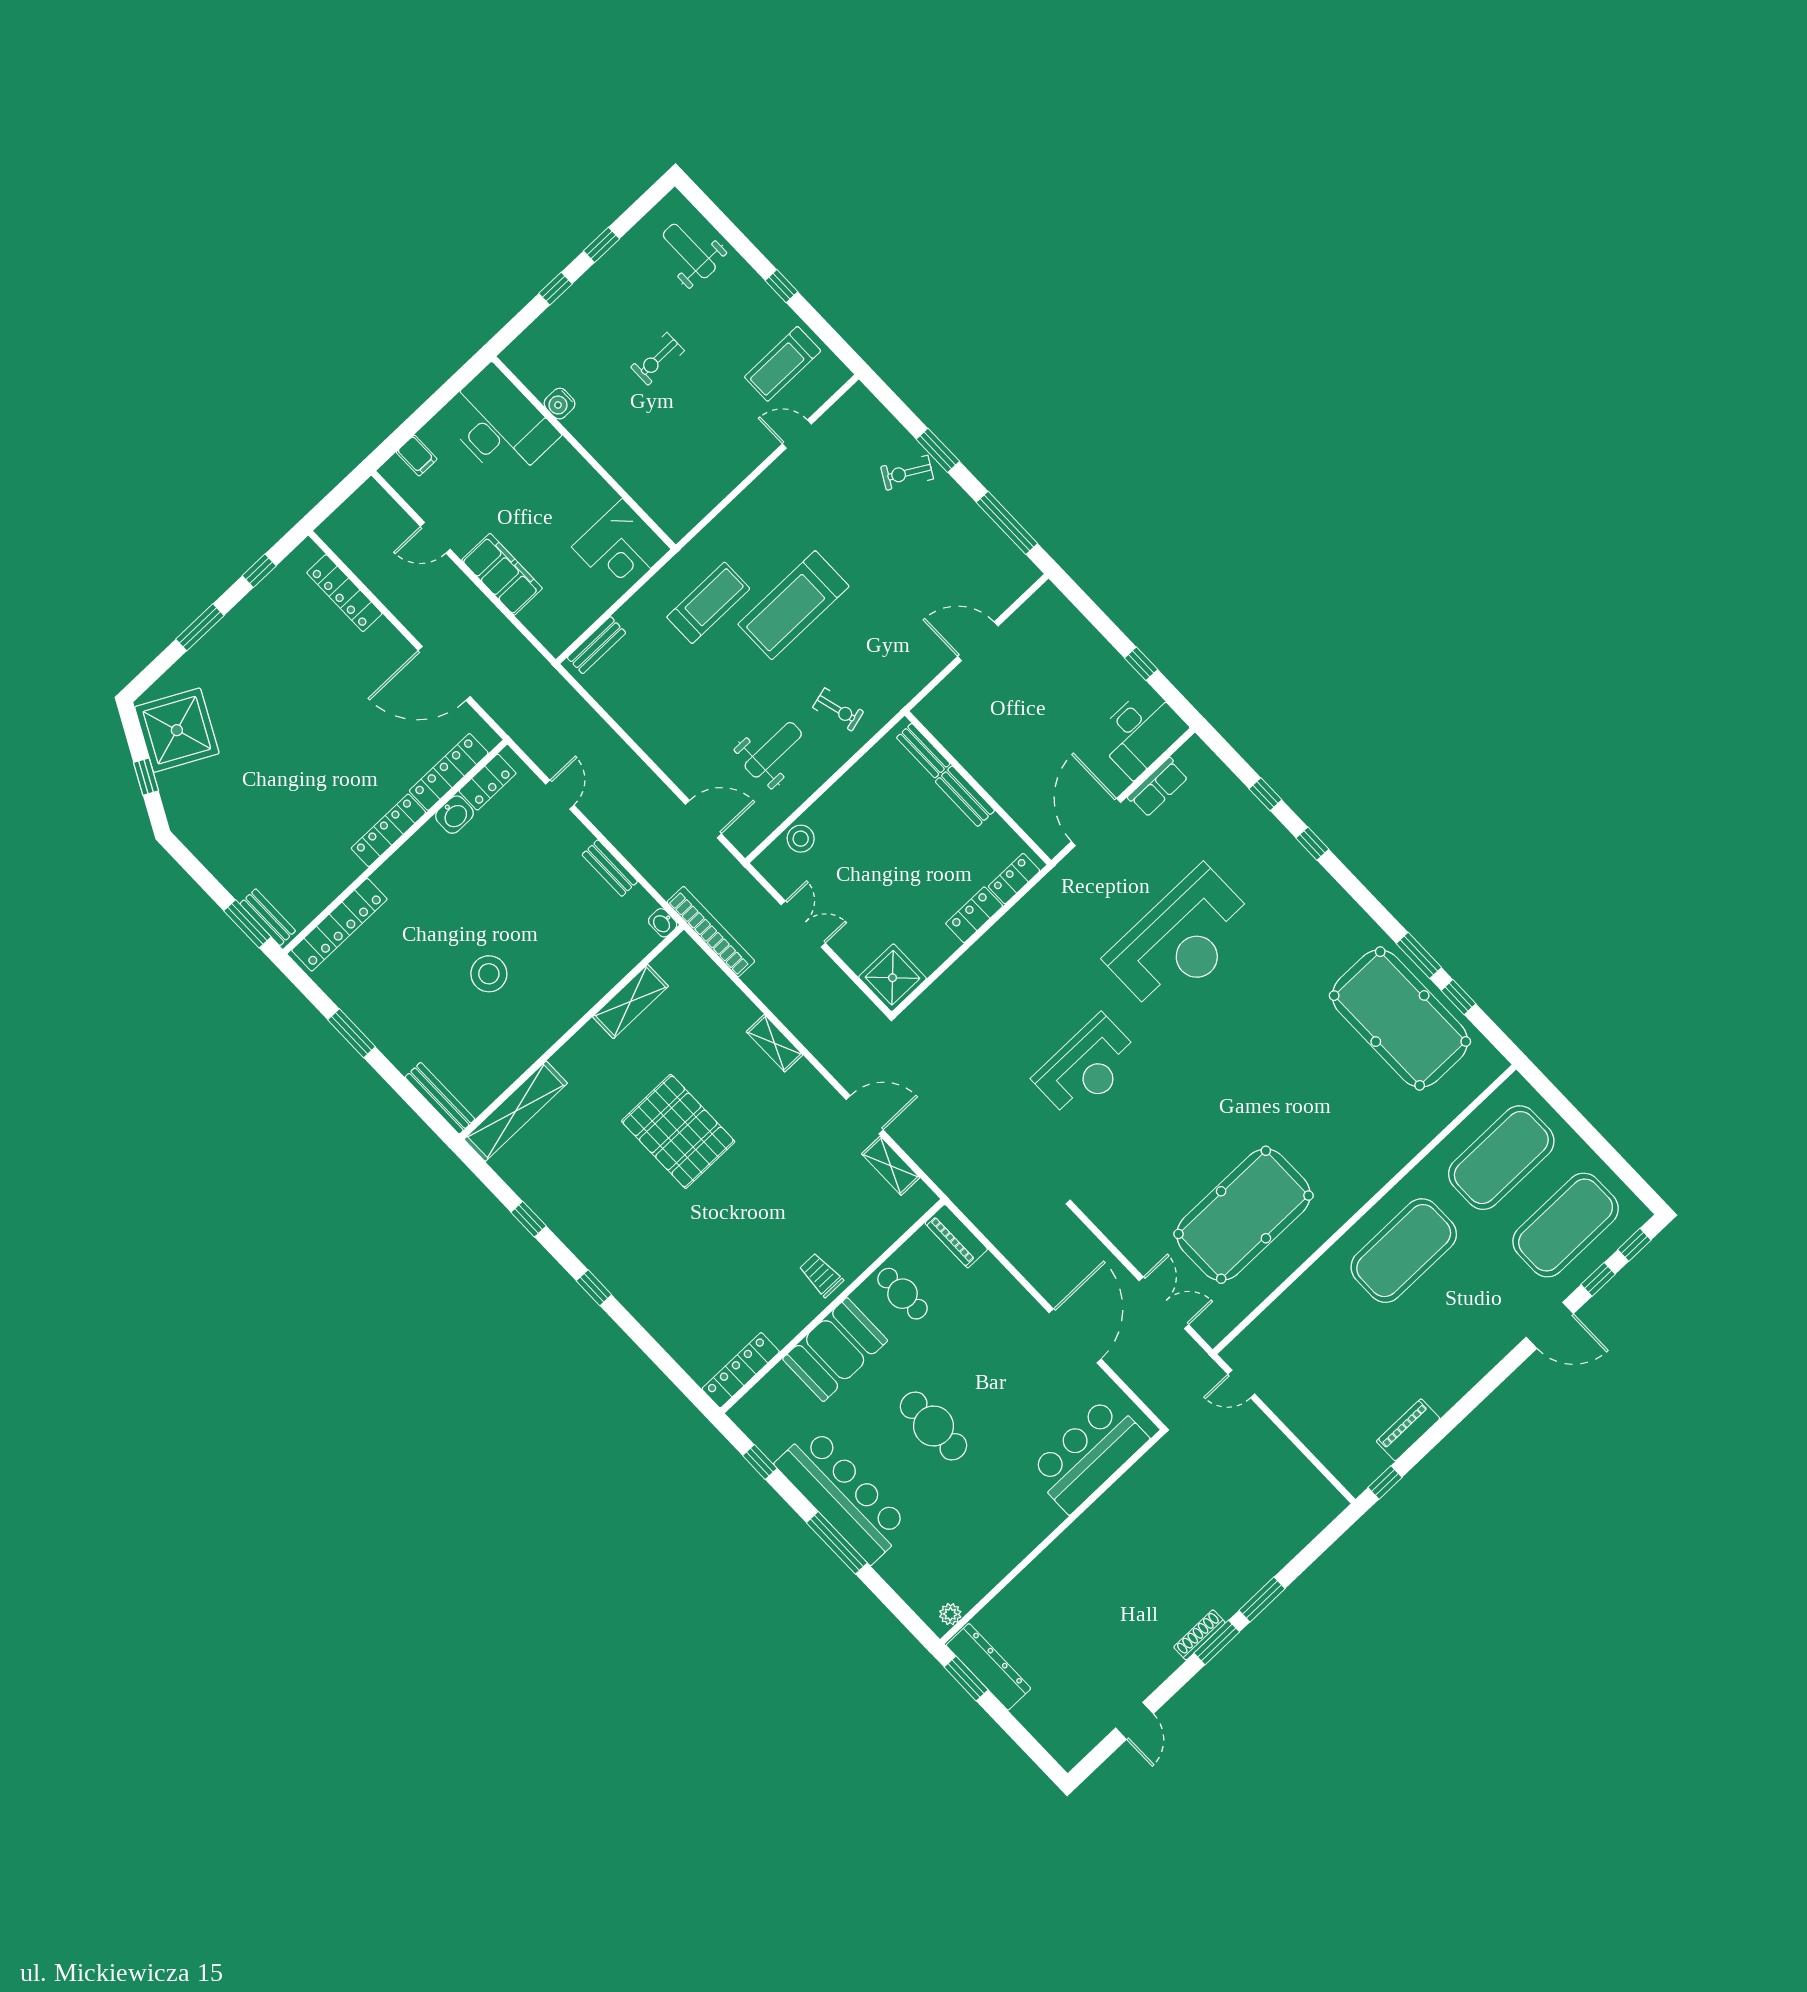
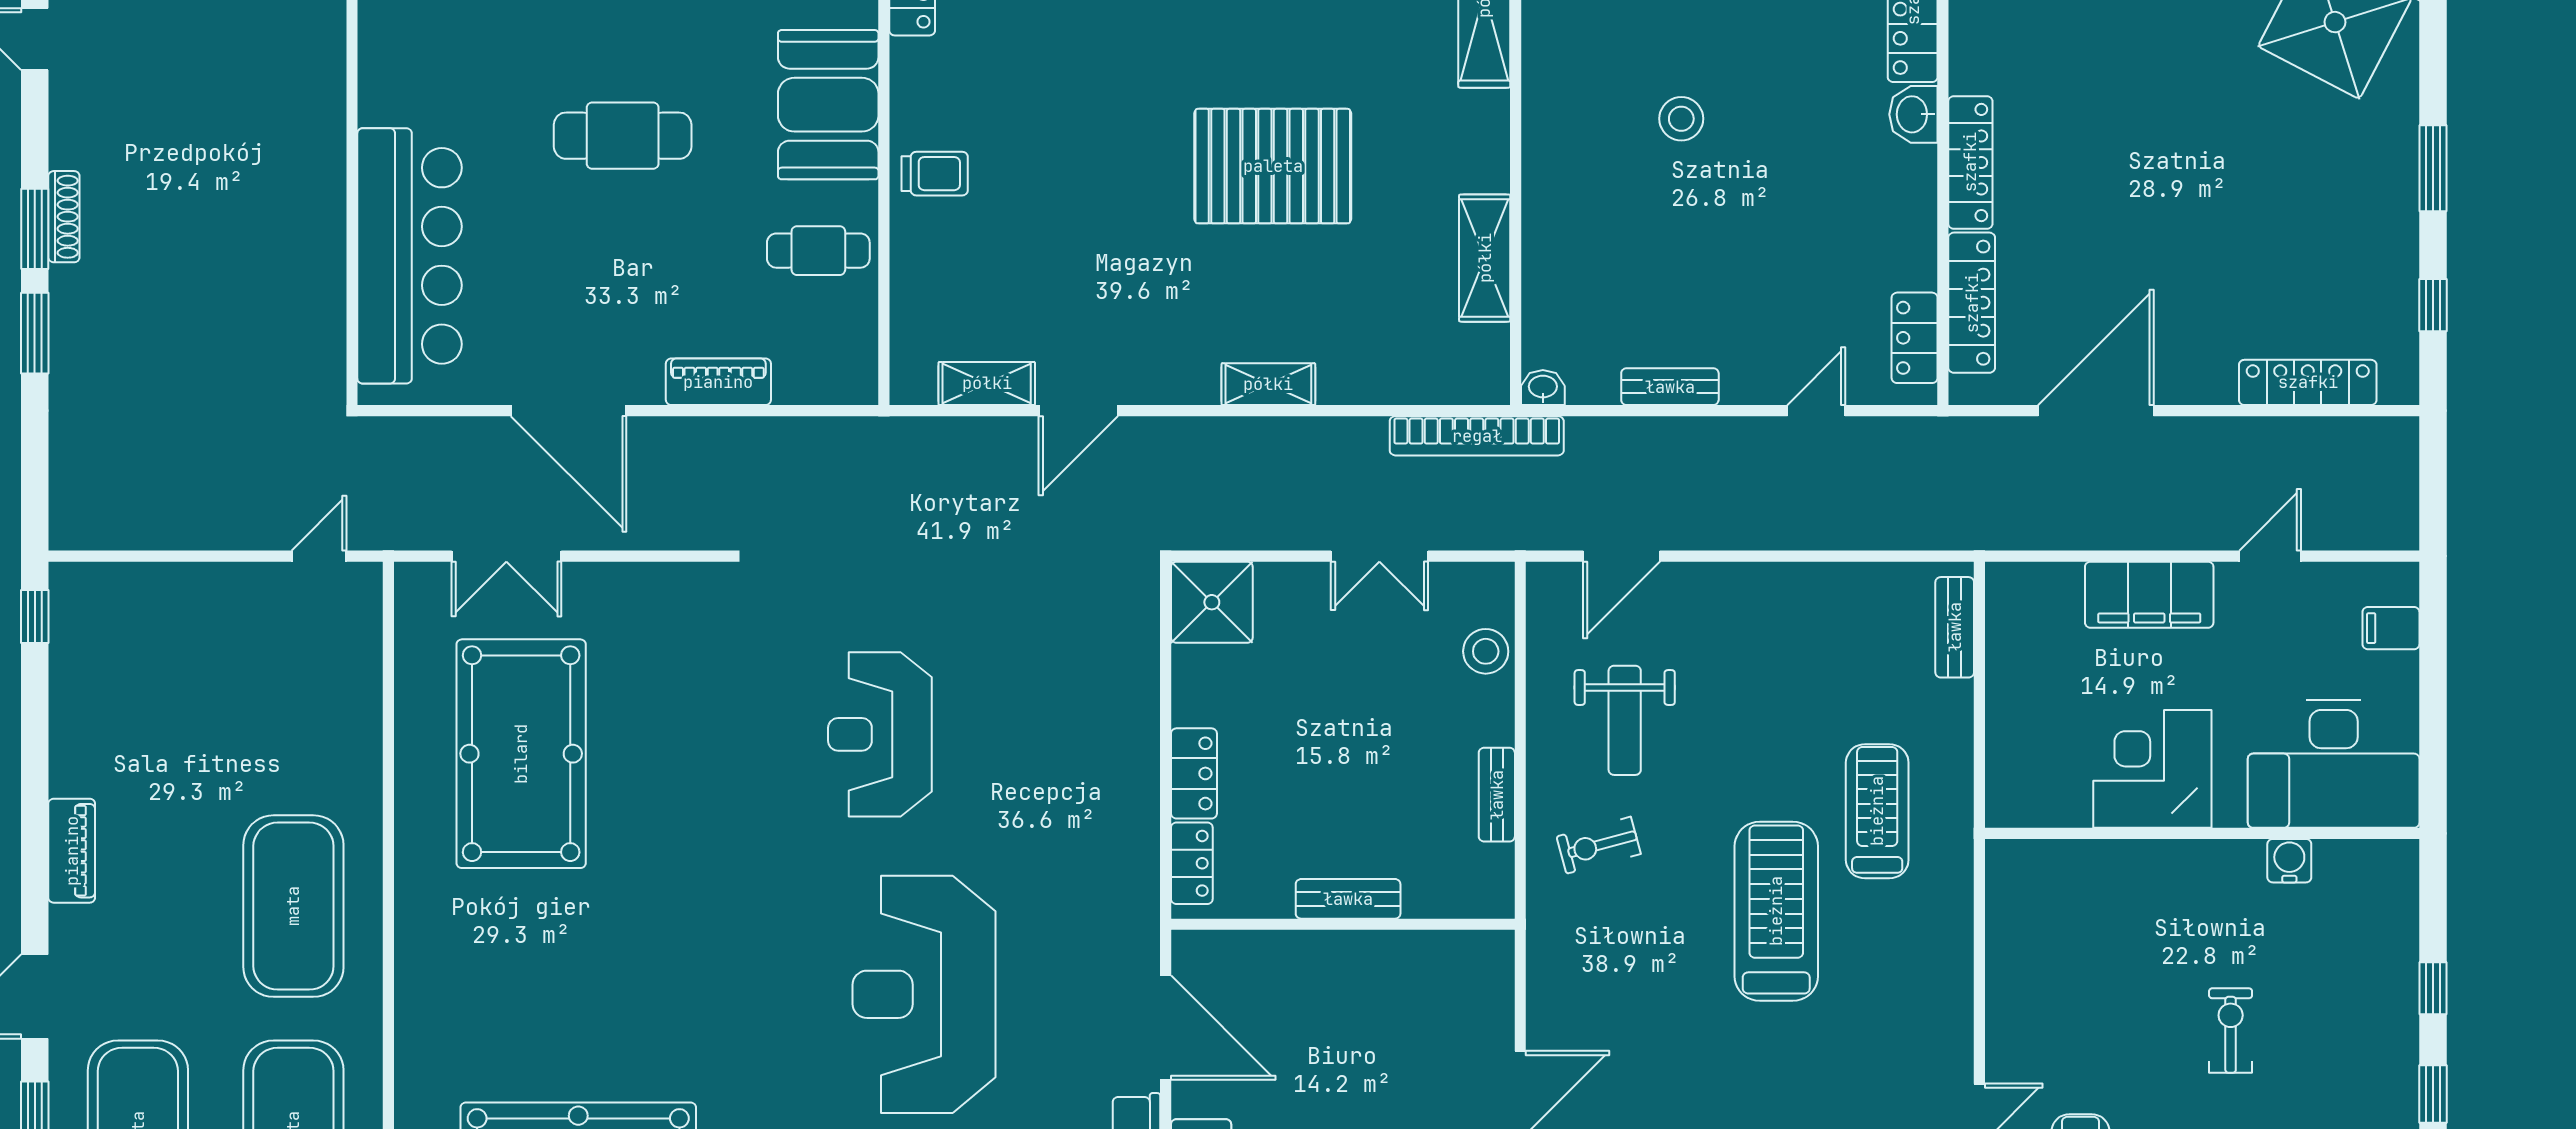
corner desk: (621, 548) -> (2152, 769), moved
treadmill: (708, 603) -> (1877, 811), turned 180
bench: (923, 751) -> (1497, 795), moved, turned 90
door: (560, 795) -> (1816, 411), swing flipped
washbasin: (454, 815) -> (1913, 114), moved
stool: (489, 974) -> (1681, 119), width x0.73, depth x0.73
piano: (956, 1236) -> (718, 382), moved
piano: (1408, 1430) -> (72, 851), moved
bar counter: (1088, 1455) -> (410, 256), width x1.36

